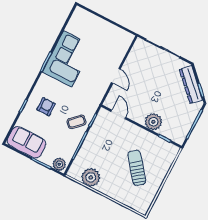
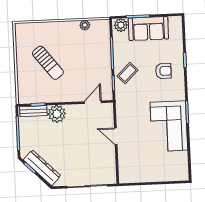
armchair: (46, 107) -> (163, 71), turned -90
door: (118, 114) -> (93, 102), swing flipped
bench: (171, 135) -> (33, 111), added
sofa: (27, 142) -> (148, 29), moved
plant: (91, 177) -> (85, 25), width x0.53, depth x0.53

